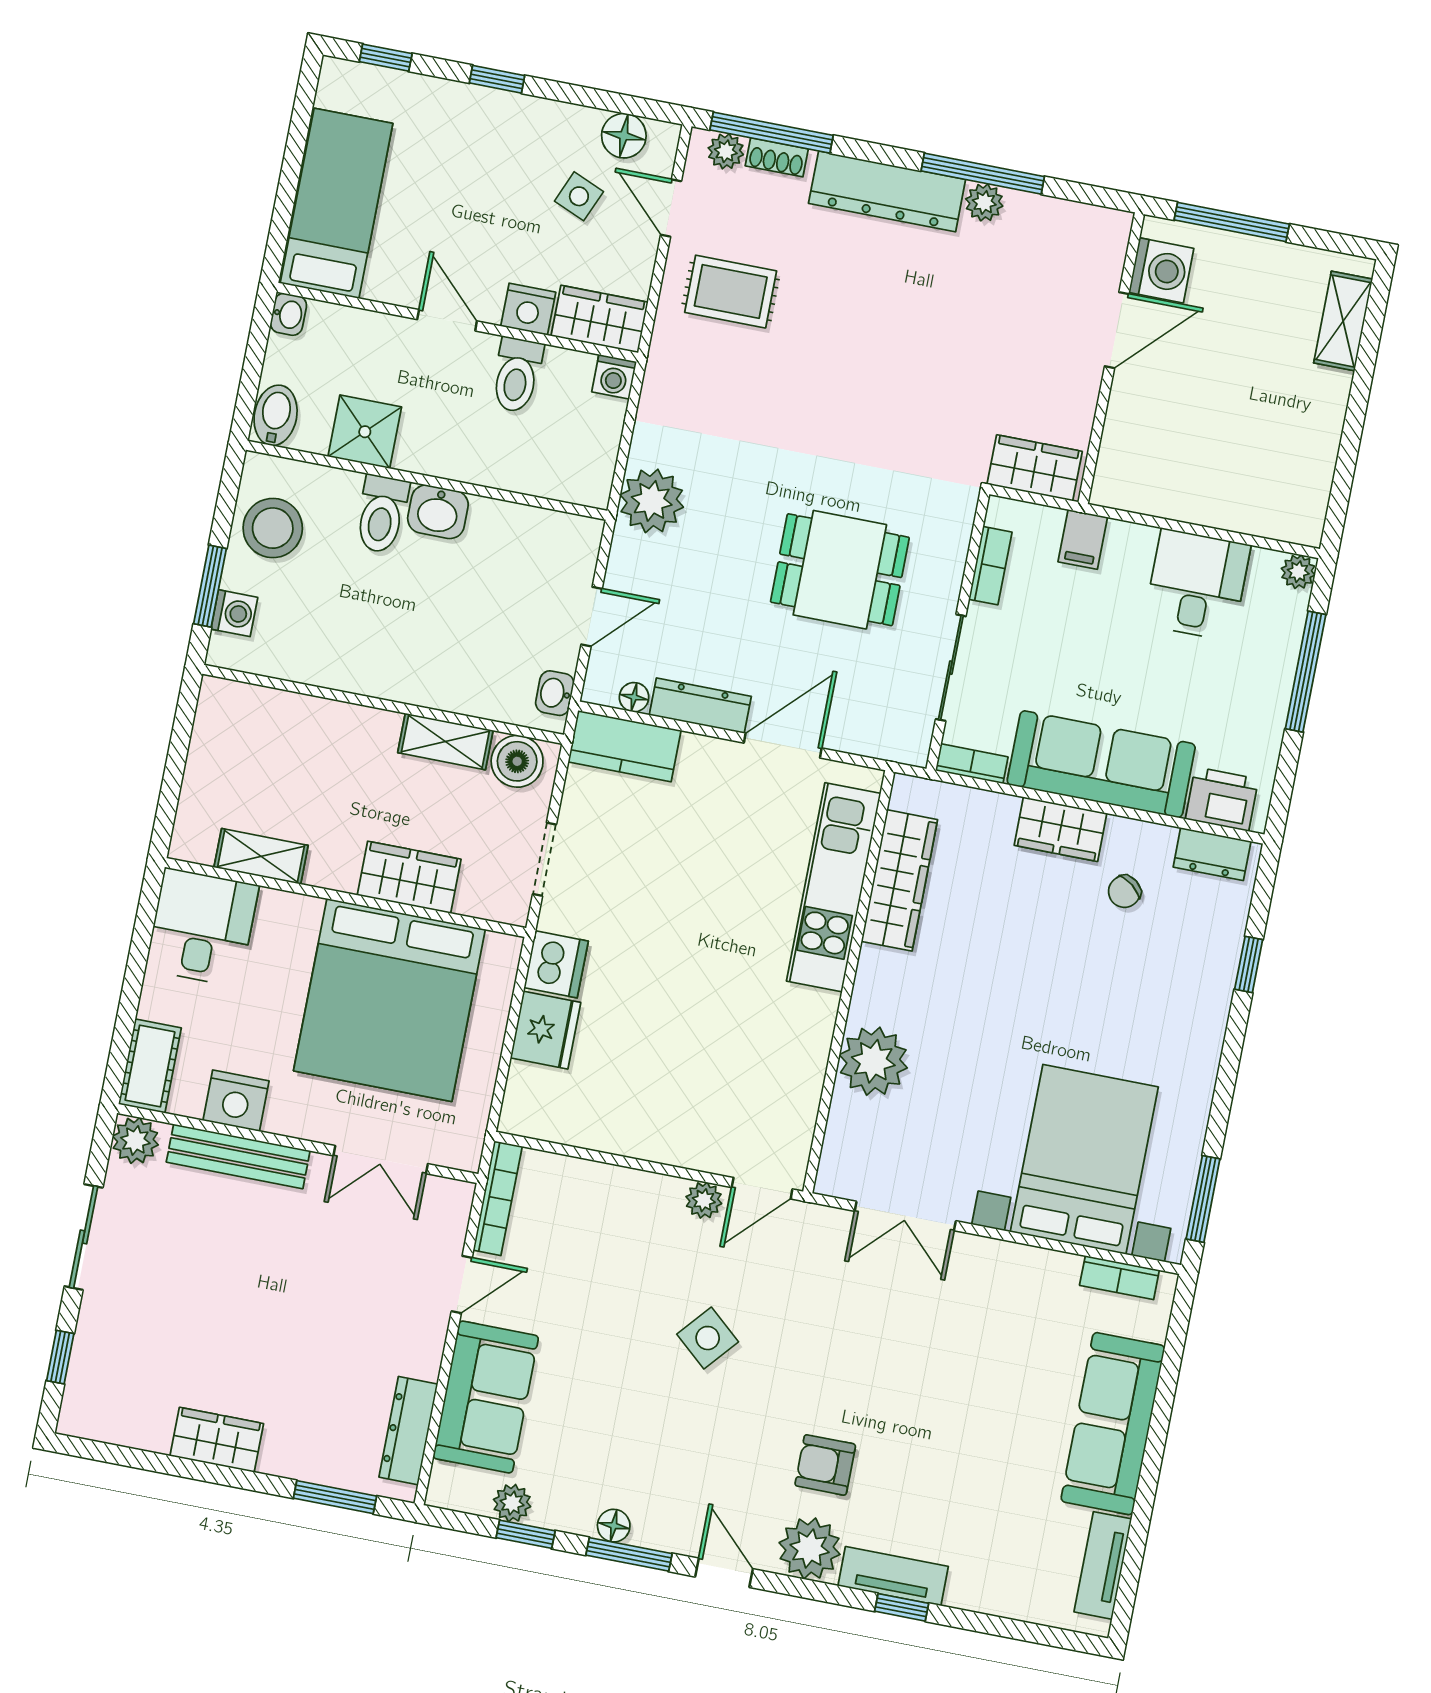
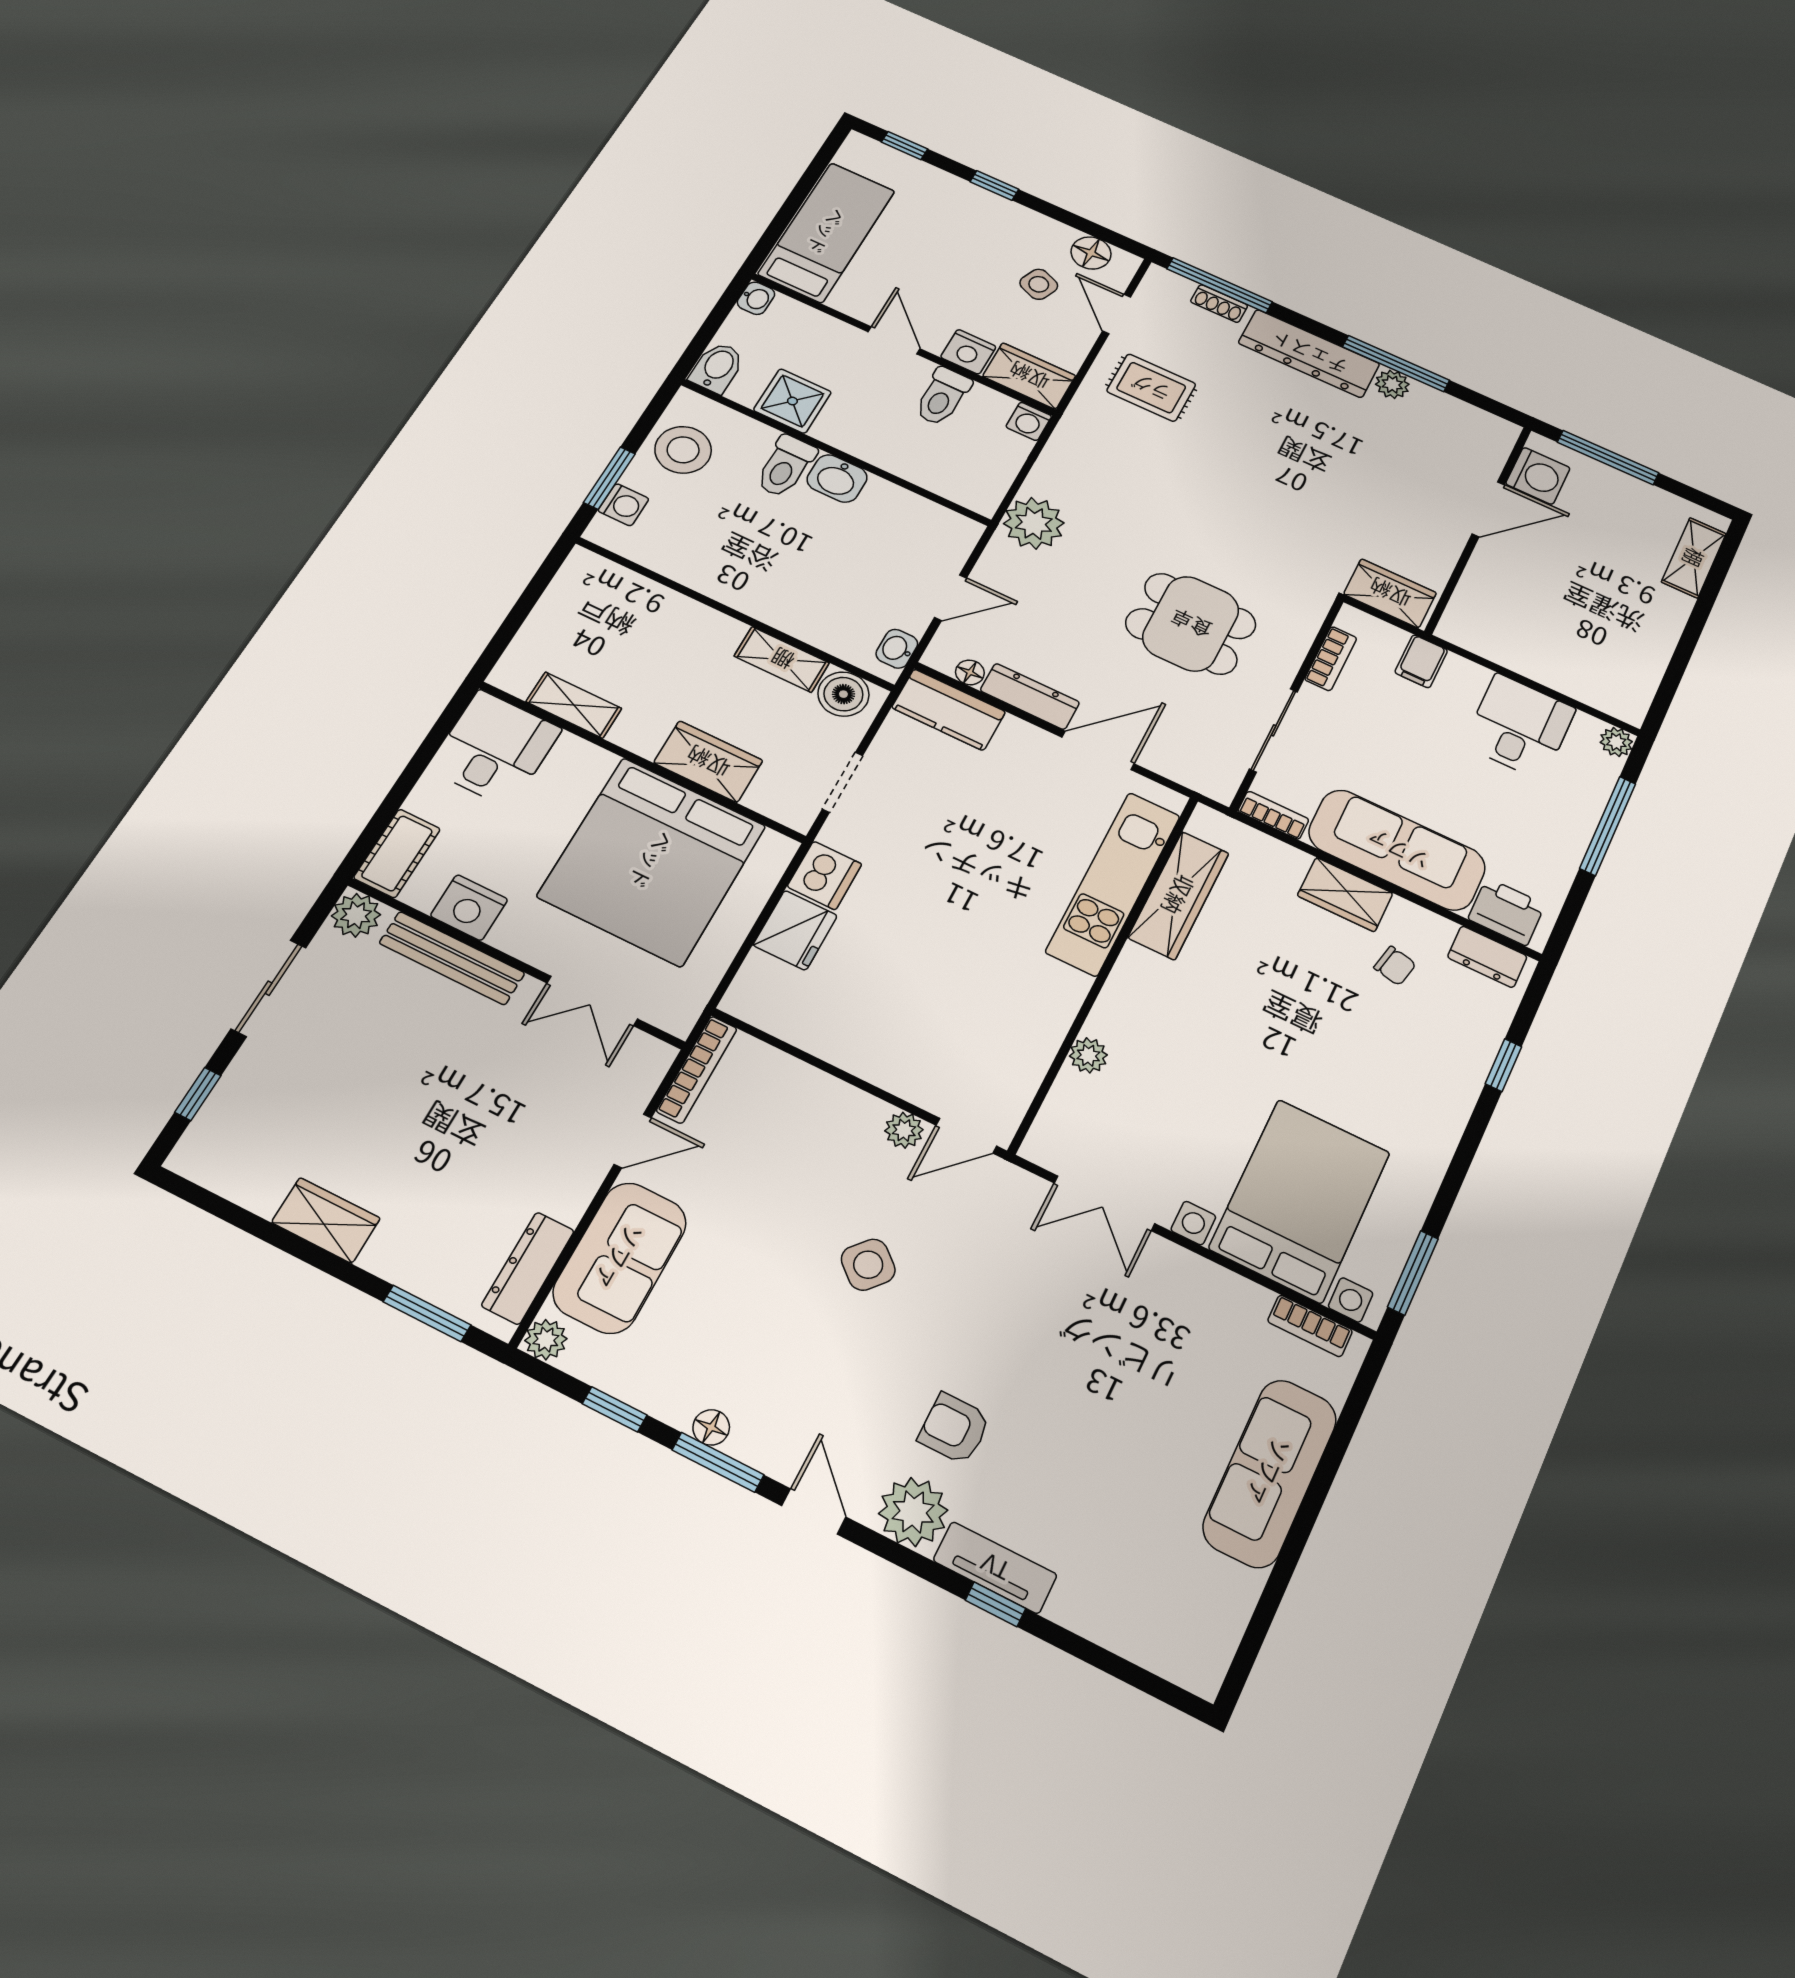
plant: (726, 151) -> (1176, 287), removed
chair: (1124, 892) -> (1395, 966), turned -116
plant: (873, 1061) -> (1088, 1055), width x0.53, depth x0.53
plant: (512, 1503) -> (546, 1340), moved
tv unit: (1103, 1565) -> (1225, 1622), removed

